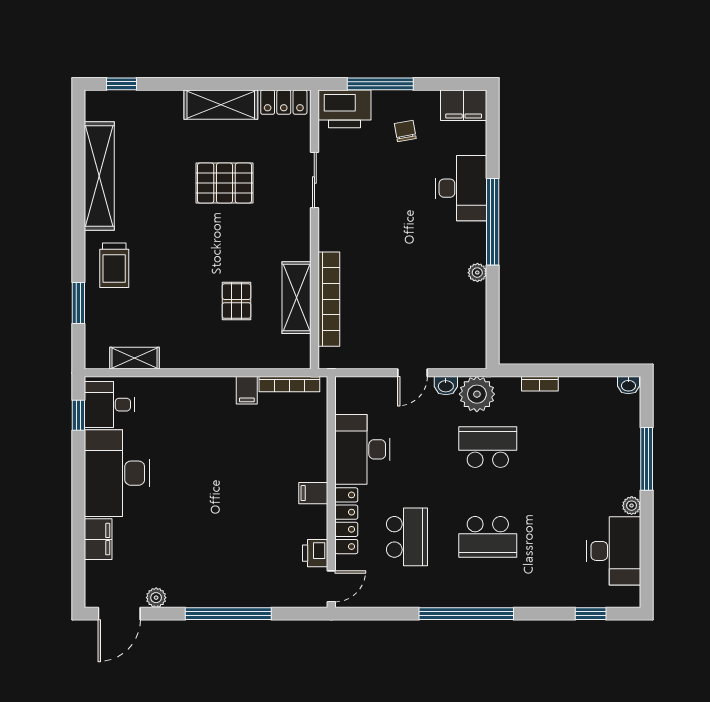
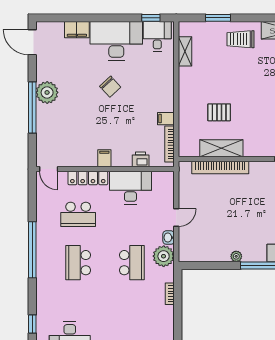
door: (412, 373) -> (176, 218), swing flipped
chair: (193, 483) -> (110, 87), added
printer: (315, 553) -> (141, 159), moved
plant: (156, 598) -> (47, 92), moved, width x1.87, depth x1.87

